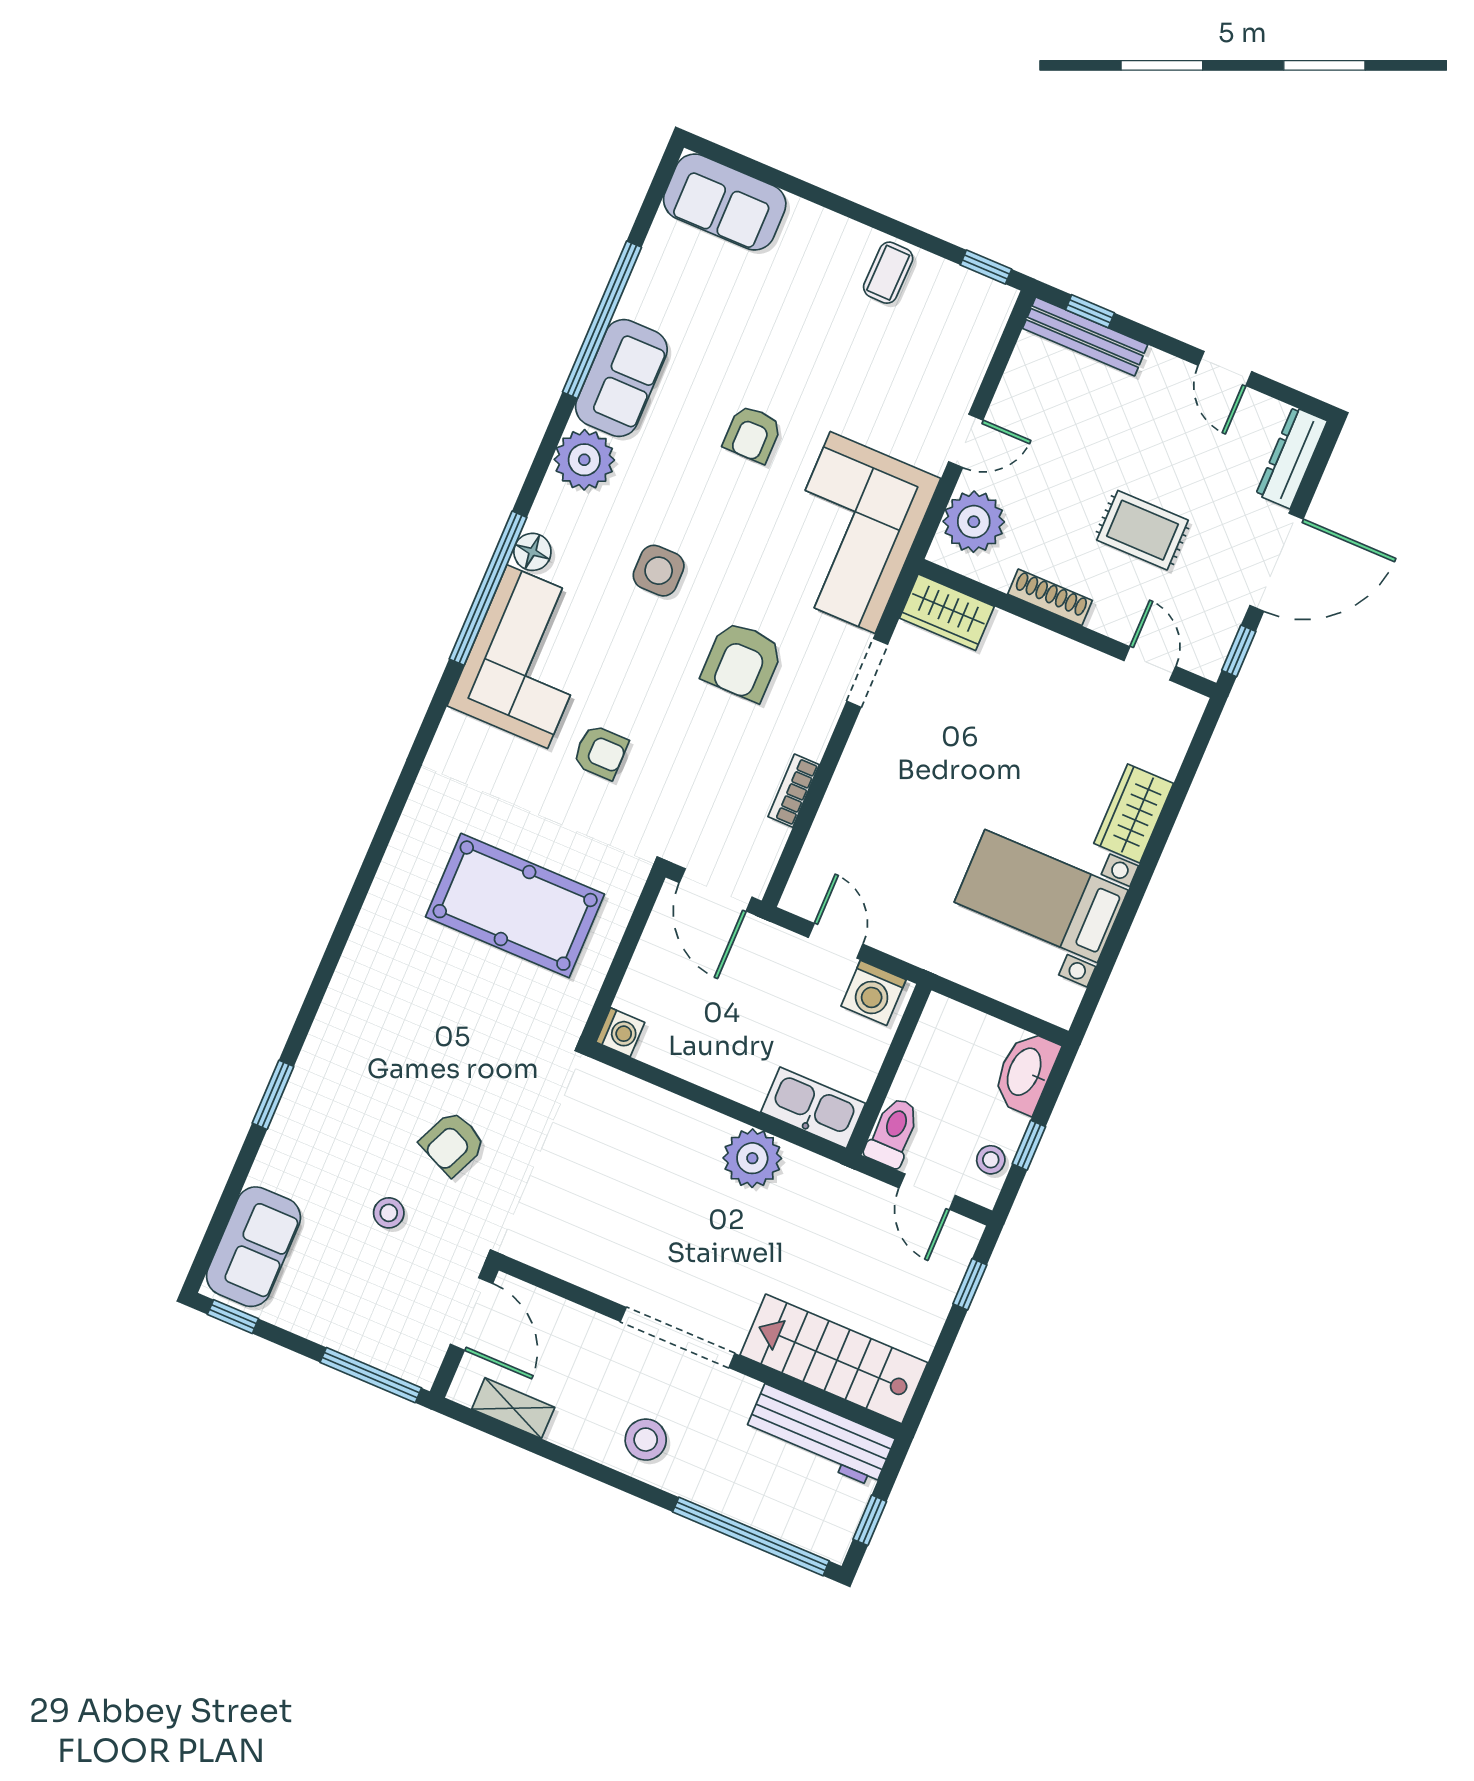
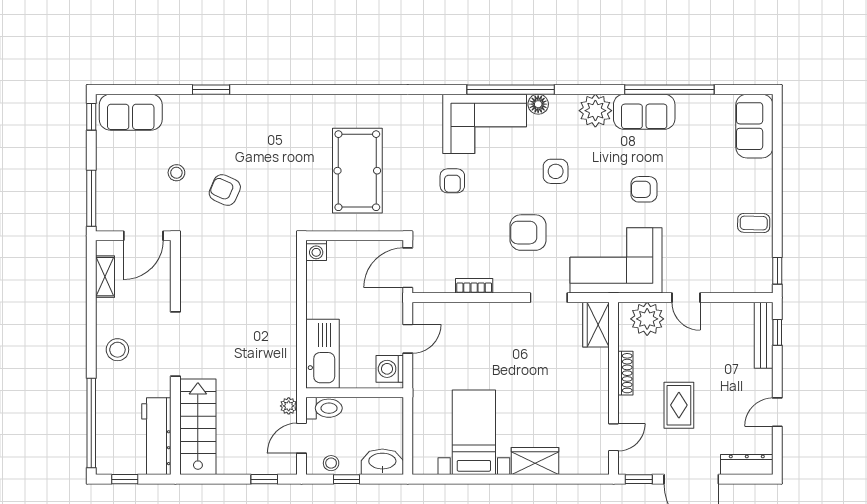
kitchen sink: (813, 1108) -> (323, 354), width x1.36, depth x1.24
plant: (752, 1158) -> (289, 406), moved, width x0.53, depth x0.53

